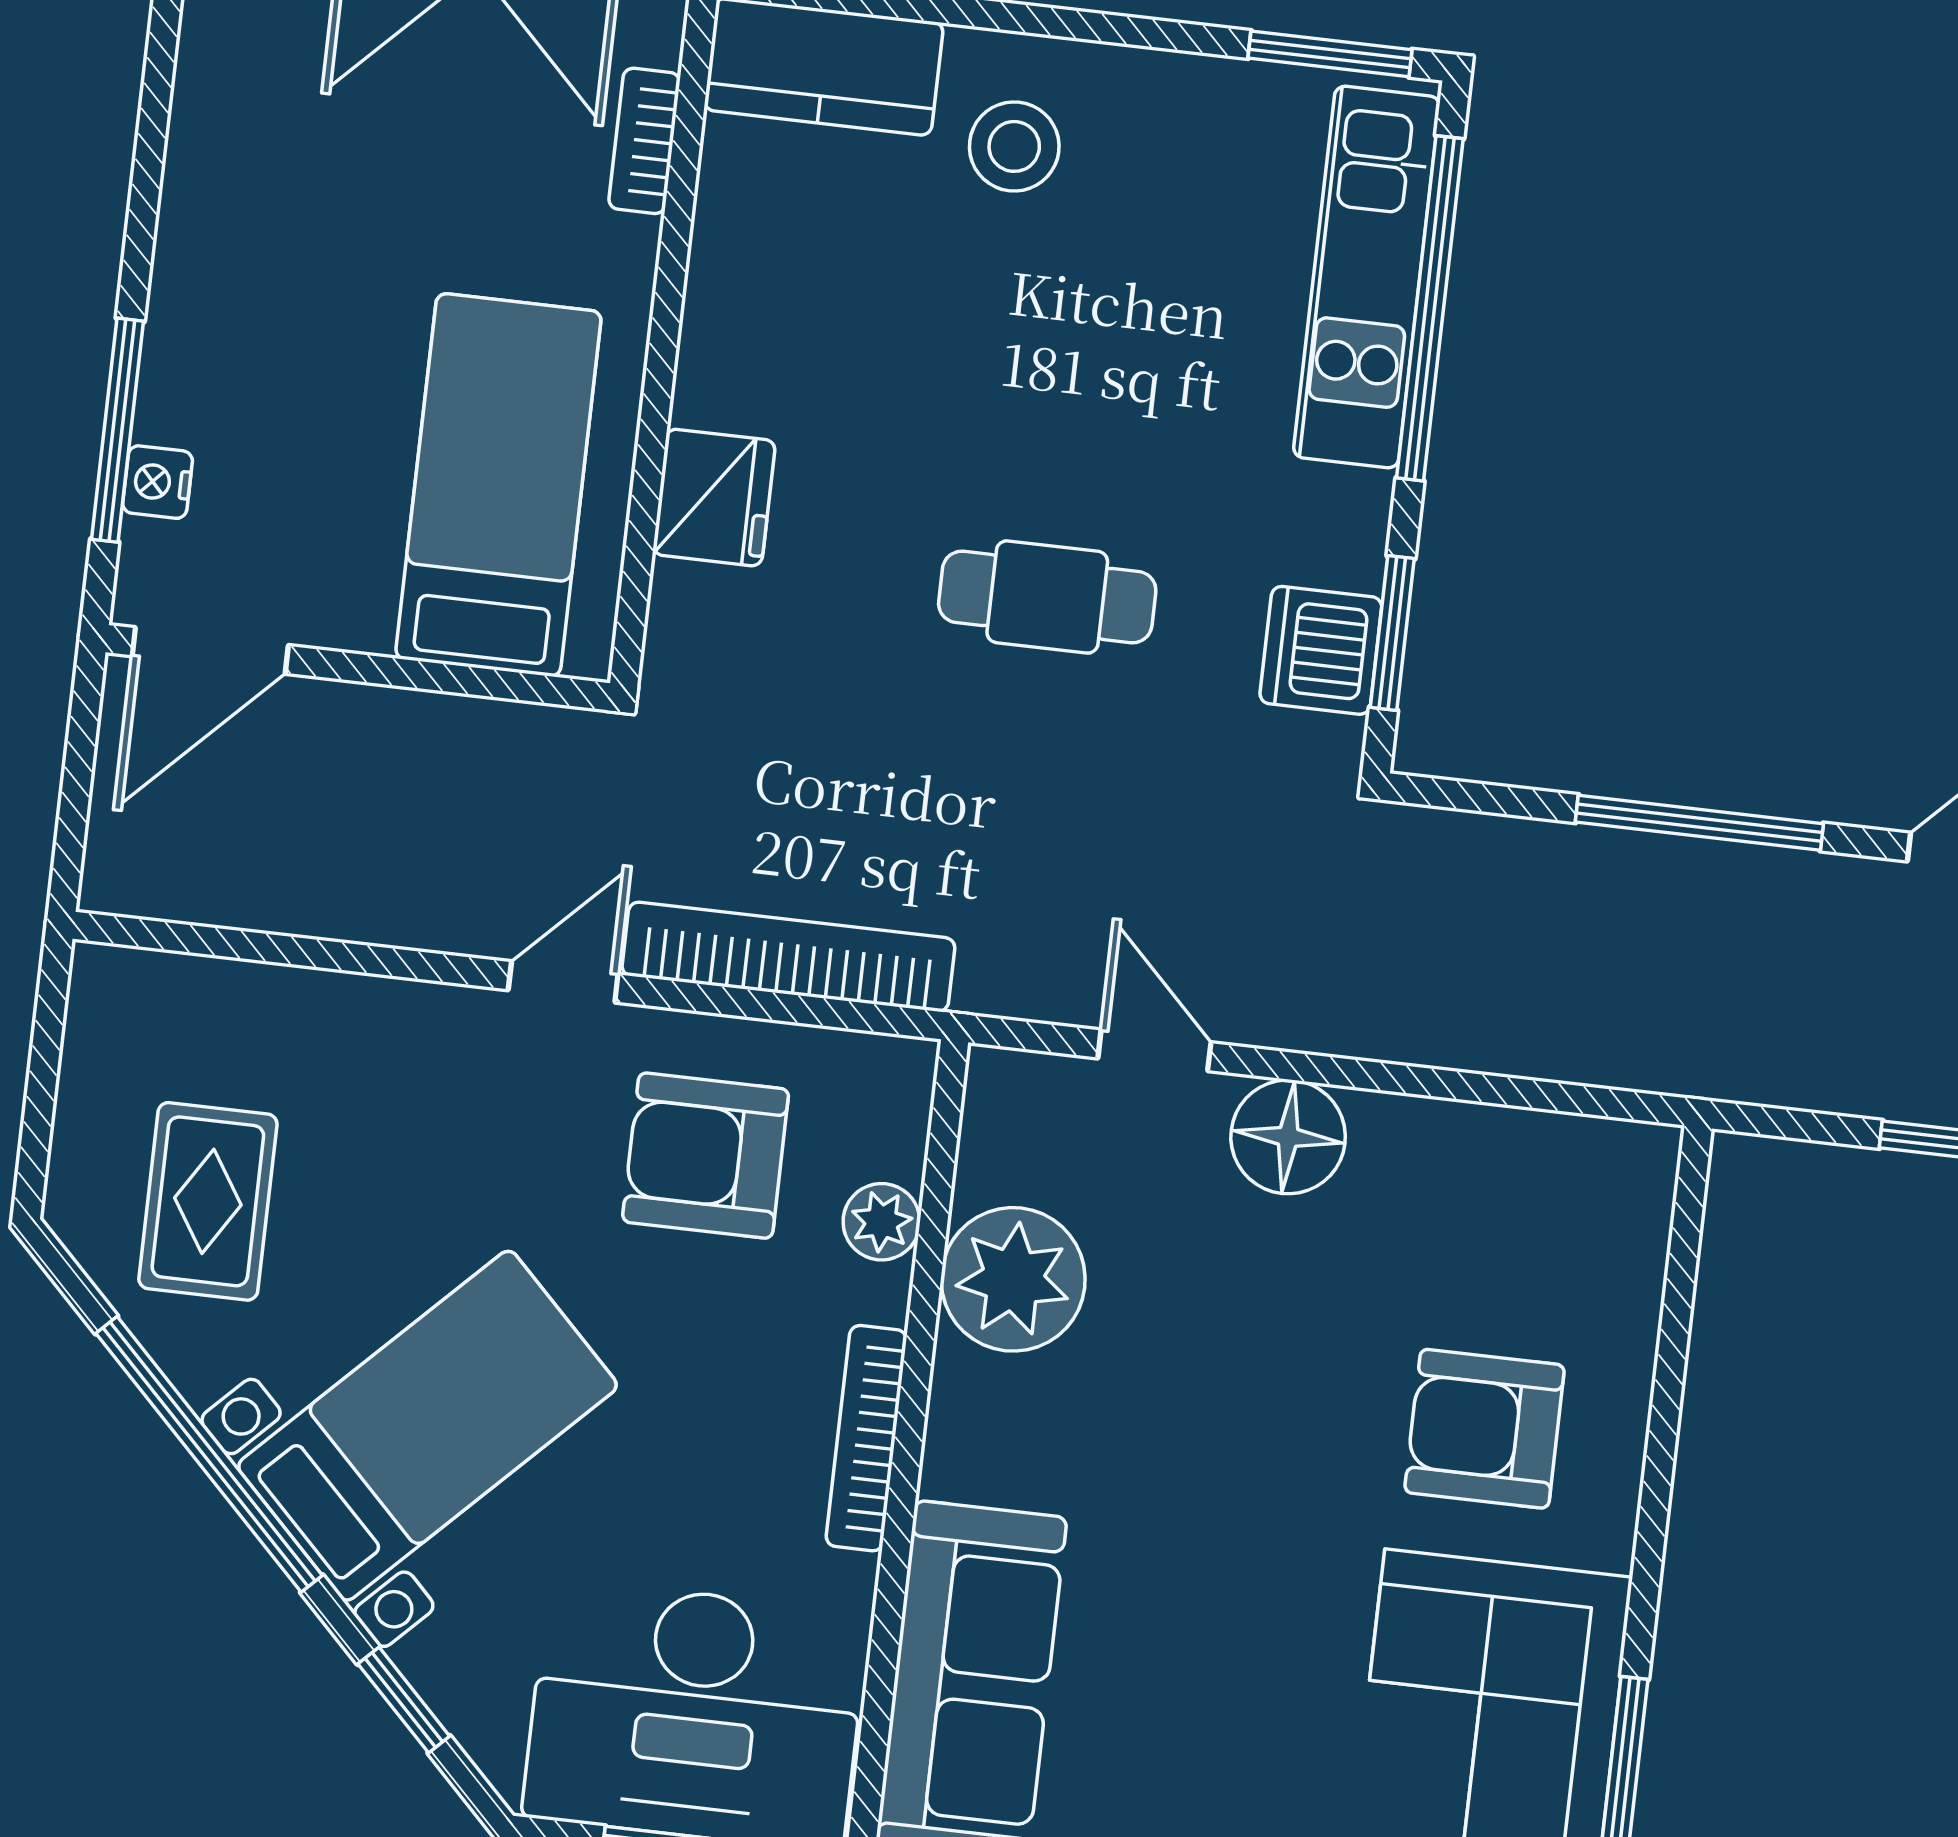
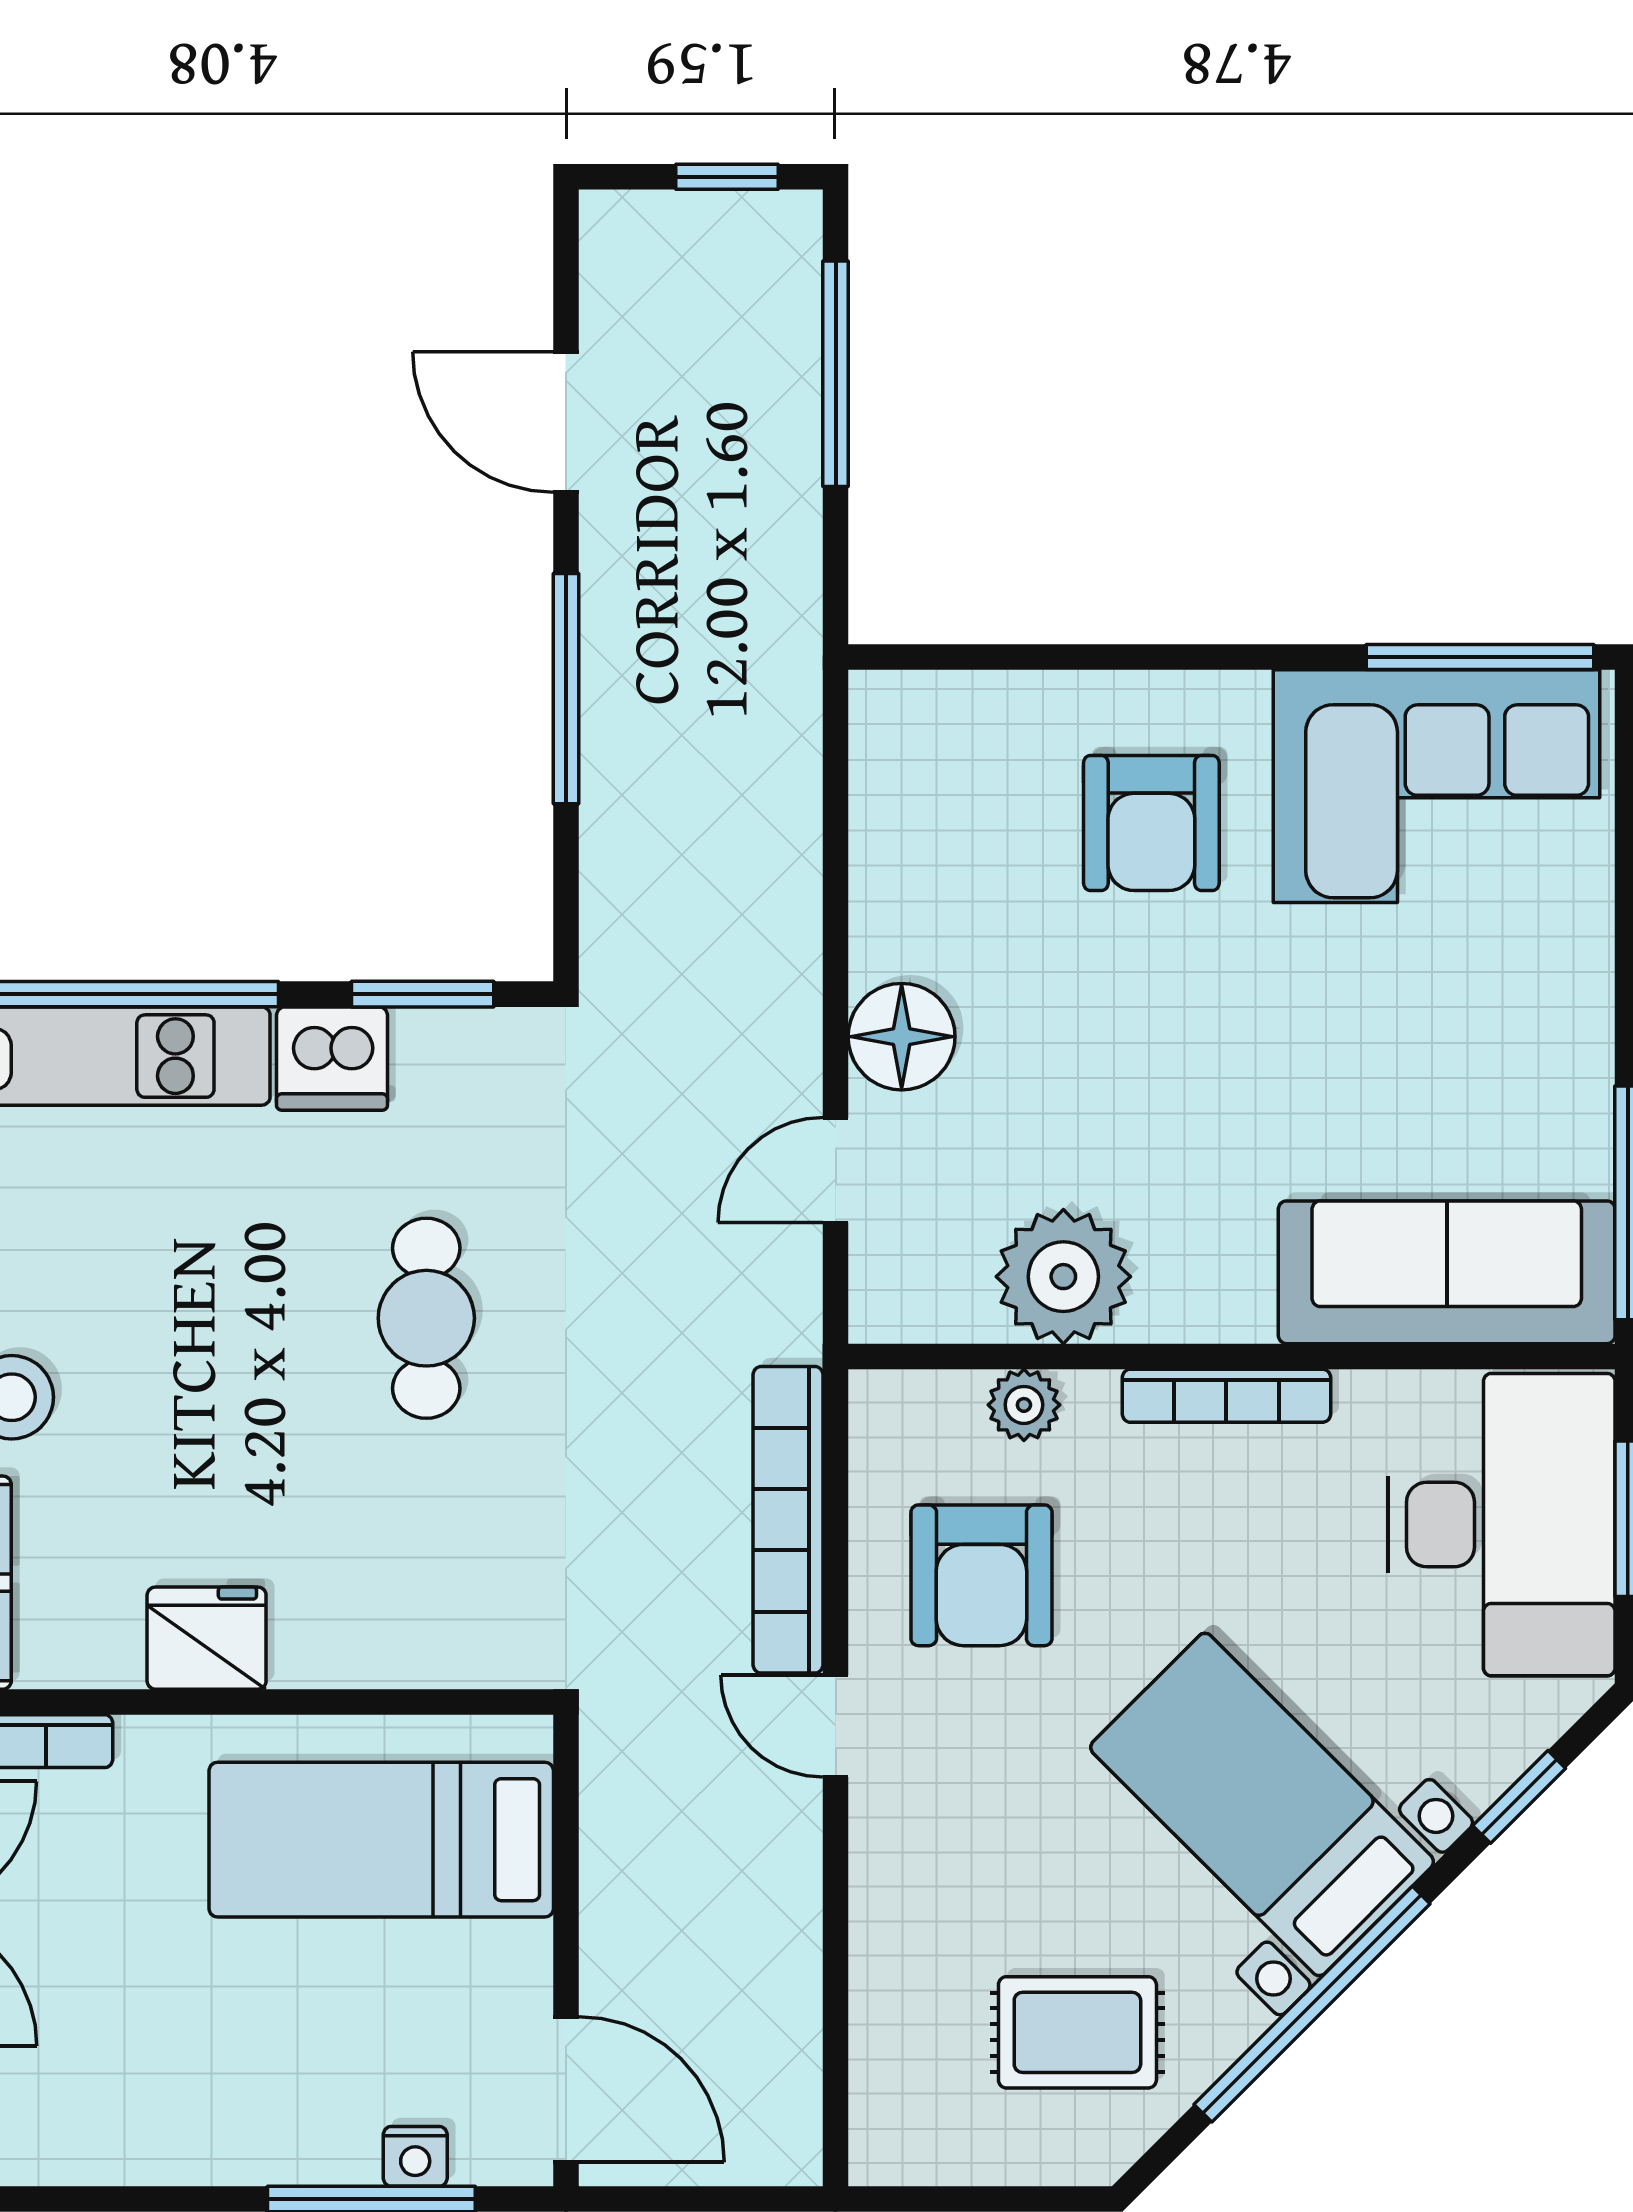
fridge: (714, 498) -> (207, 1638), moved
dishwasher: (1321, 650) -> (332, 1059), moved

